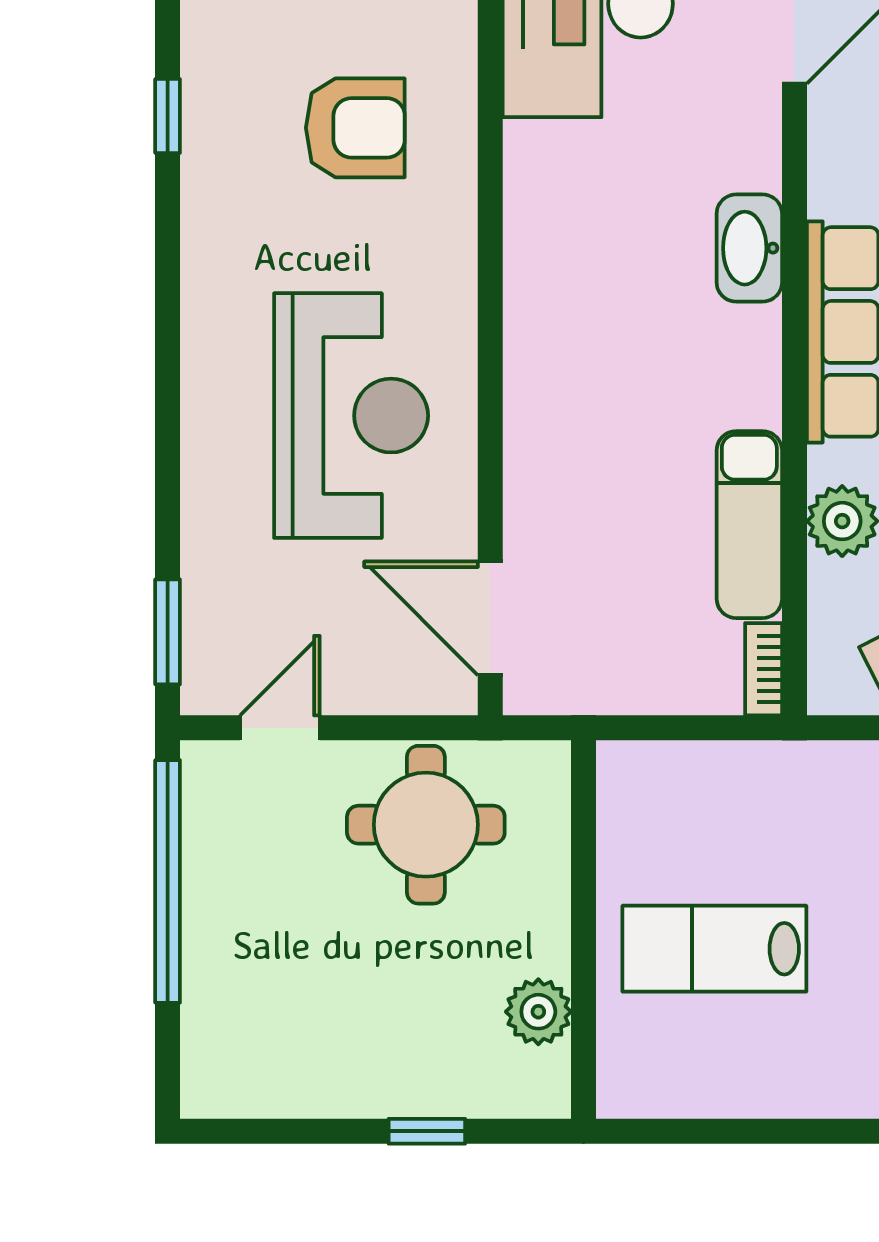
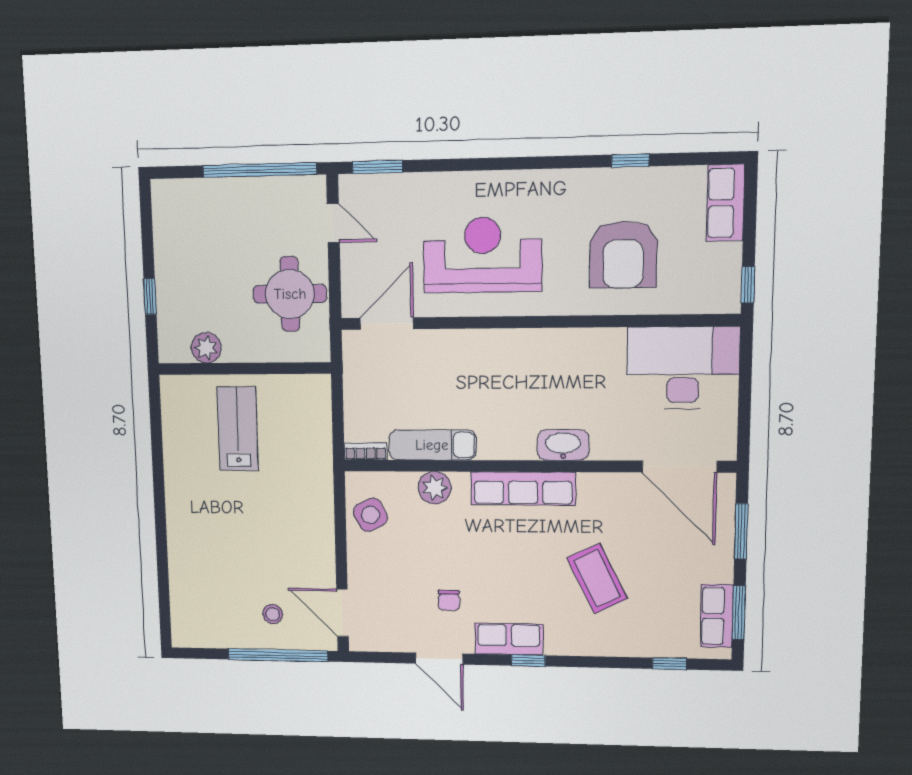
armchair: (355, 128) -> (623, 255), width x1.36, depth x1.36
reception desk: (351, 416) -> (483, 255), turned 180

